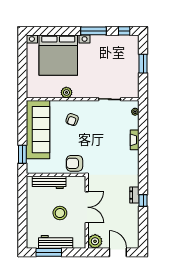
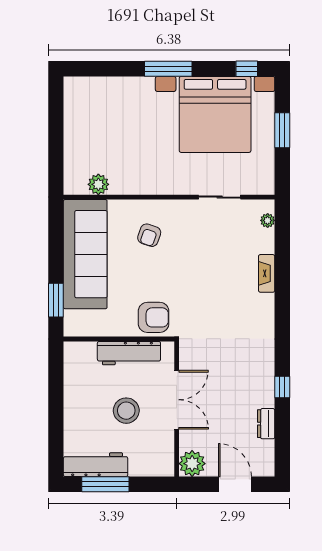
window: (94, 31) -> (168, 69), moved
bed with nightstands: (58, 55) -> (215, 114), moved
plant: (66, 92) -> (98, 184), moved
armchair: (74, 163) -> (154, 317), turned 180
workbench: (49, 182) -> (129, 353), moved
dresser: (134, 195) -> (266, 424), moved
workbench: (56, 242) -> (96, 465), moved

